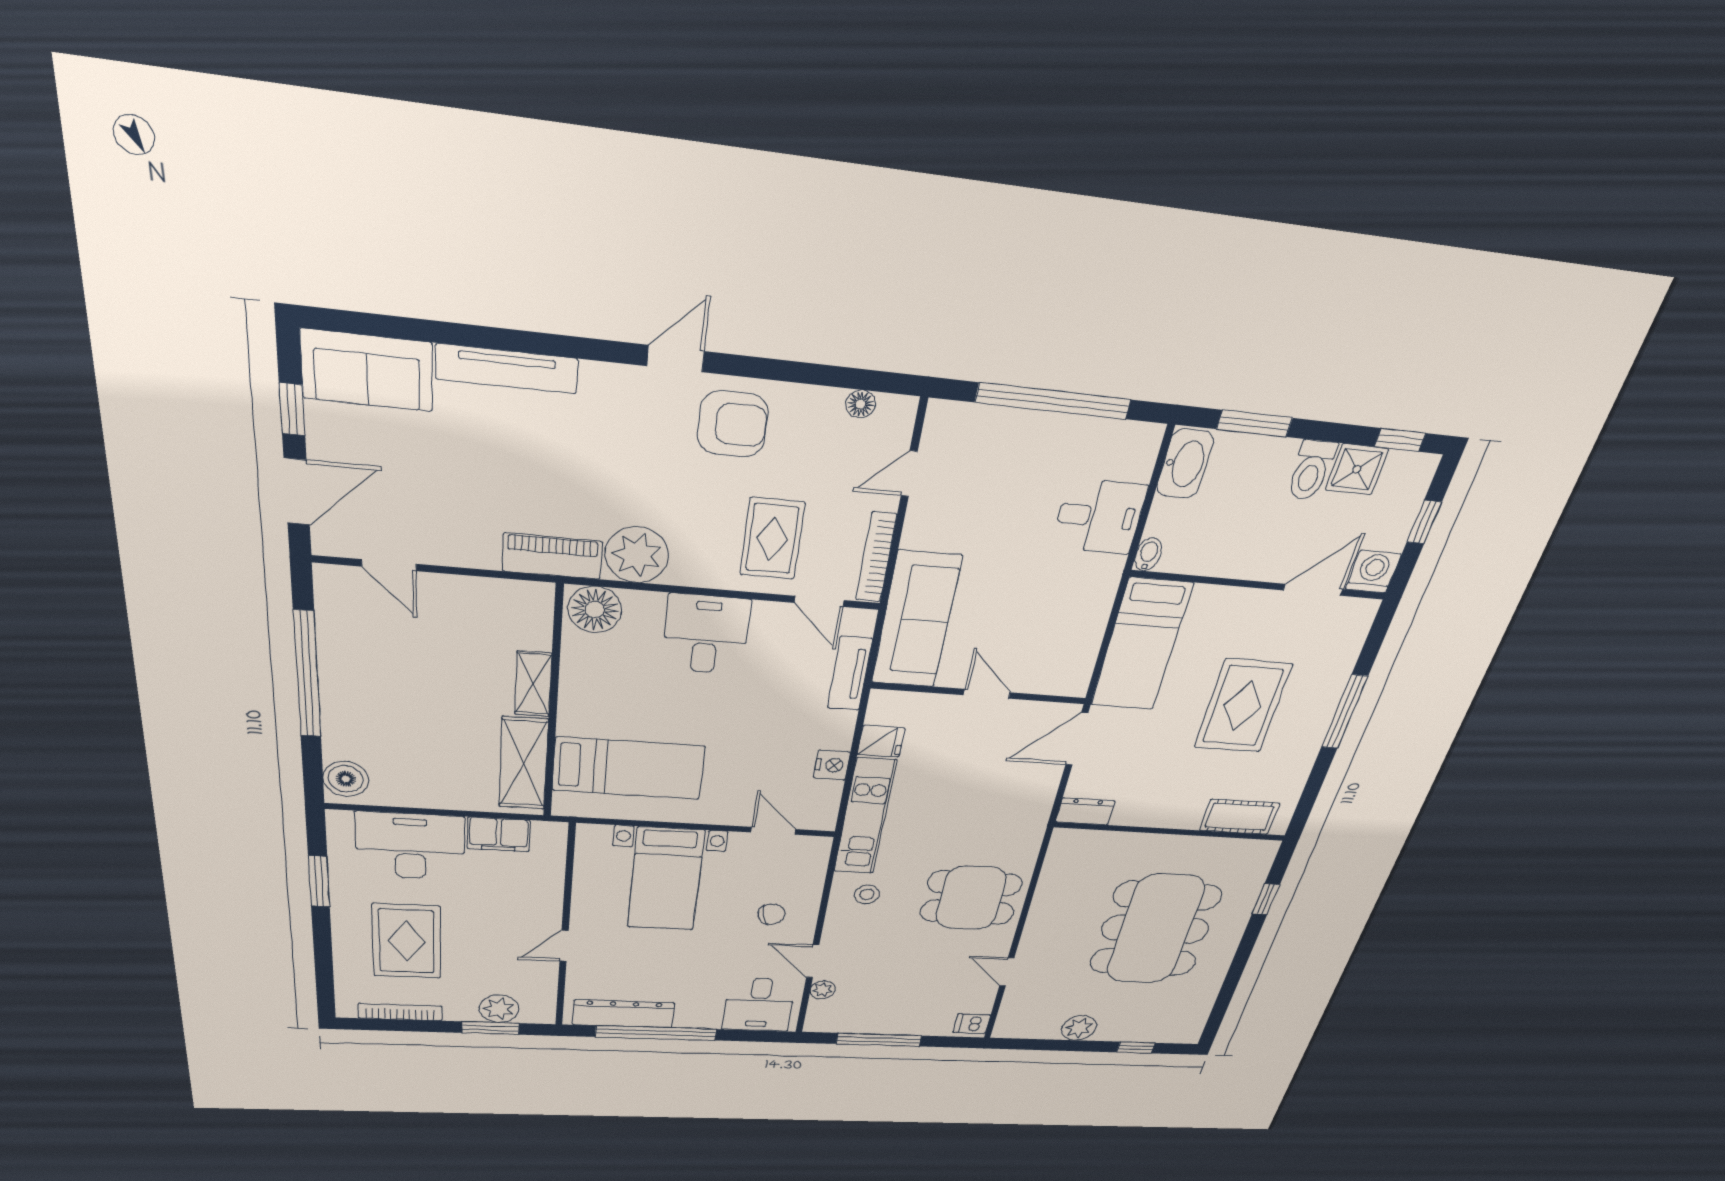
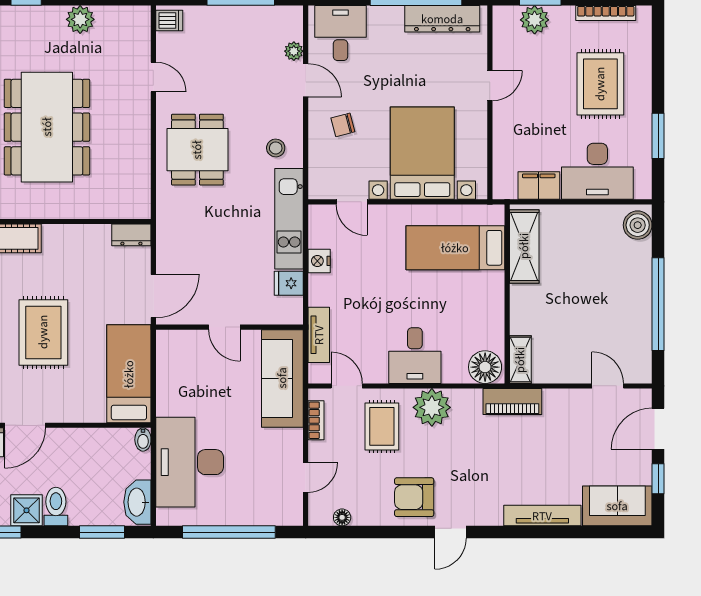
desk: (1099, 516) -> (190, 462), width x1.87, depth x1.30
plant: (637, 555) -> (432, 407), moved
bookcase: (876, 557) -> (316, 420), width x0.64
shelving: (533, 684) -> (520, 360), moved
bed with nightstands: (666, 879) -> (422, 153), width x1.36
dining table: (971, 898) -> (197, 150), turned 90

